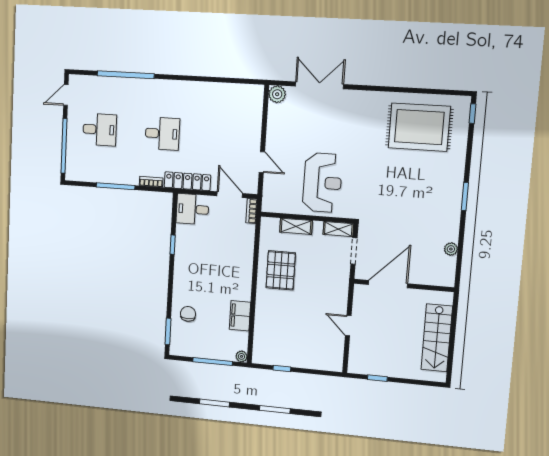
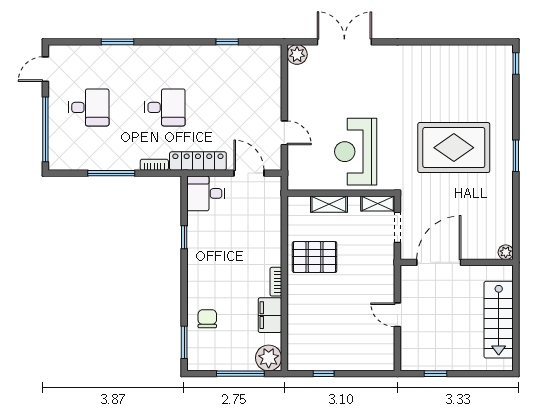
window: (126, 75) -> (117, 42), width x0.47
window: (218, 80) -> (227, 42), added
rug: (419, 127) -> (454, 148), moved
reception desk: (322, 183) -> (356, 152), turned 180
bookcase: (251, 211) -> (276, 282), moved
plant: (451, 249) -> (506, 252), moved
pallet: (281, 270) -> (315, 257), turned 90
plant: (241, 356) -> (269, 358), width x1.88, depth x1.88

